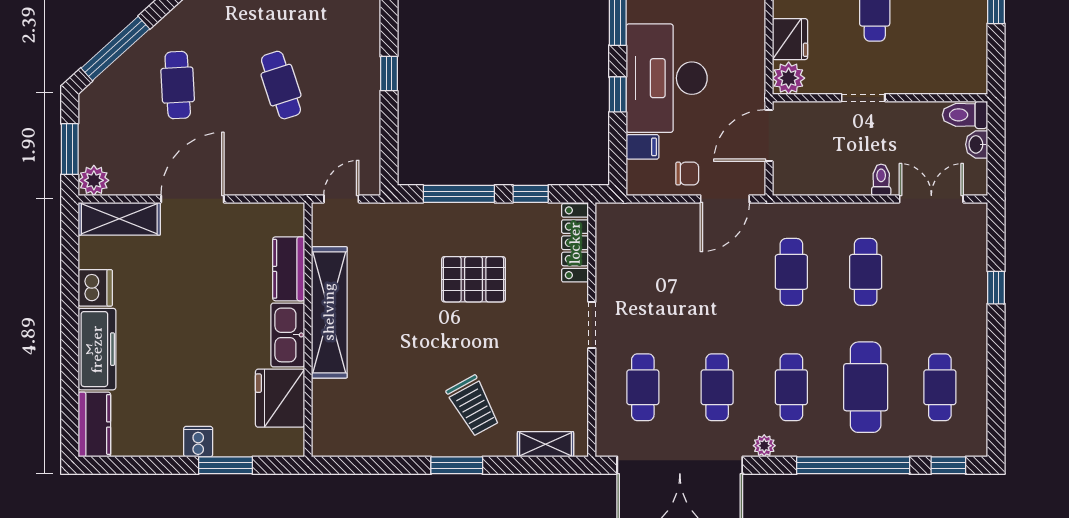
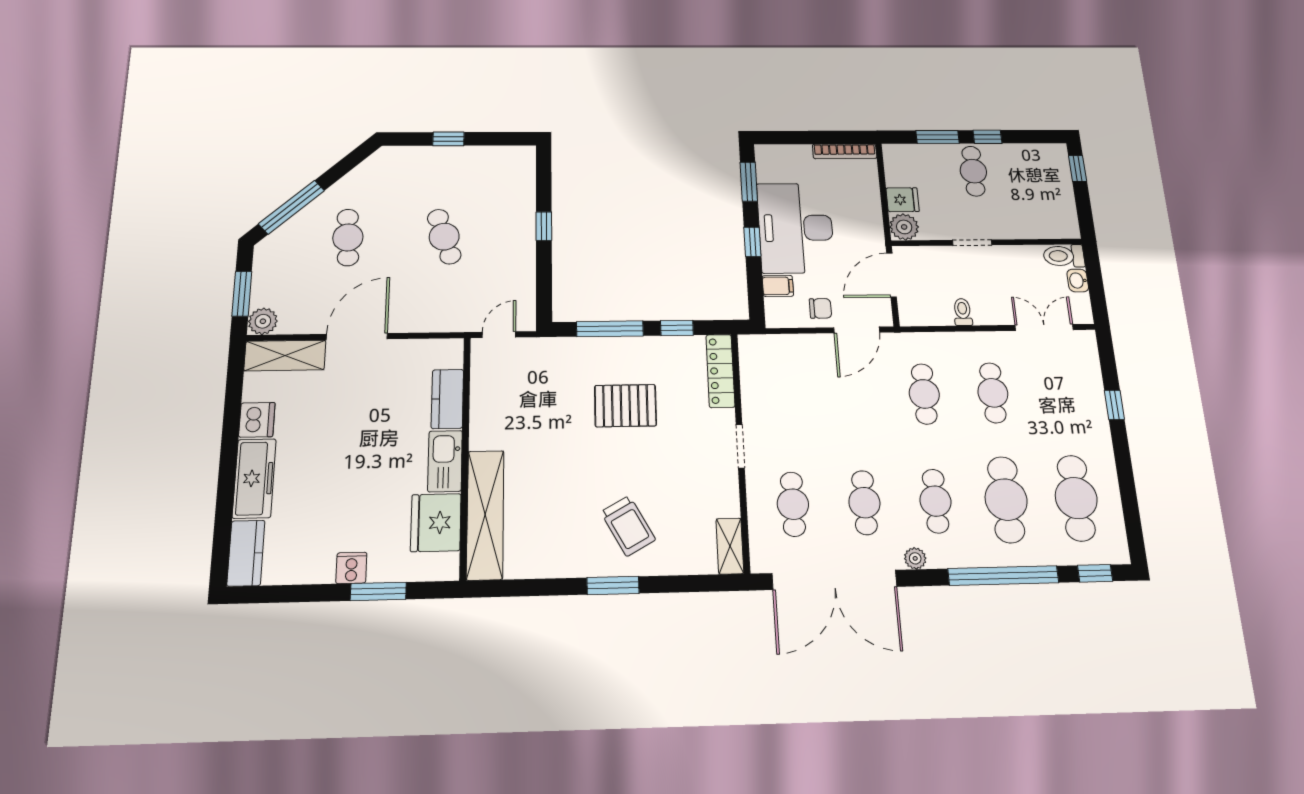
fridge: (790, 39) -> (903, 200), width x0.72
toilet: (881, 180) -> (963, 312), moved
shelving: (329, 312) -> (485, 515), moved
cafe table: (940, 387) -> (1076, 498), width x1.37, depth x1.35
shelving: (546, 444) -> (730, 546), moved, turned 90

